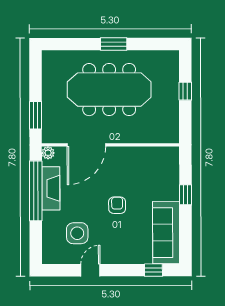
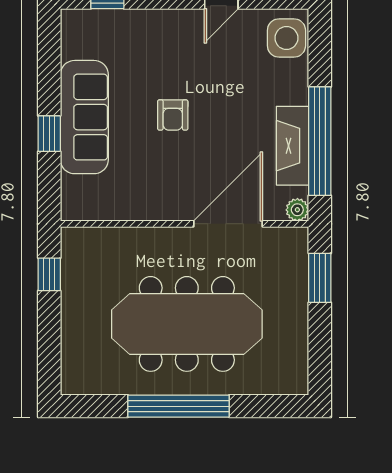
window: (114, 44) -> (178, 406), width x2.11
window: (185, 91) -> (49, 274), moved
side table: (77, 233) -> (286, 38), moved
sofa: (166, 233) -> (84, 117), moved

